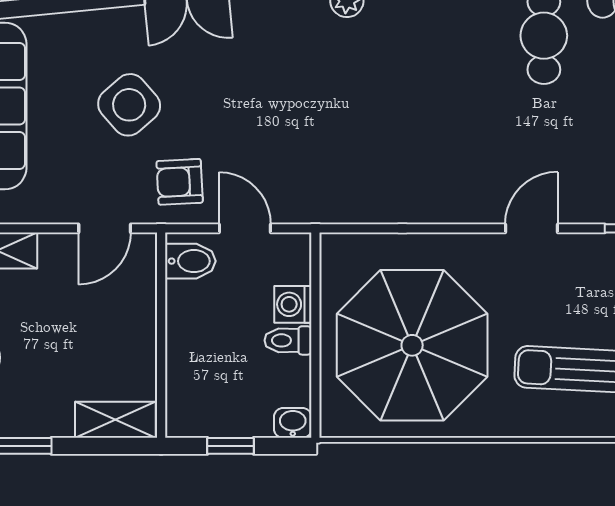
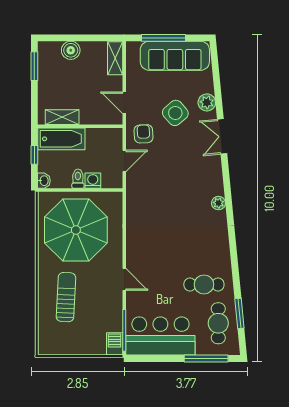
plant: (104, 29) -> (207, 102), added
bidet: (190, 261) -> (111, 138), removed
bathtub: (192, 380) -> (61, 139), added
shelving: (115, 420) -> (62, 117), moved, turned 90

